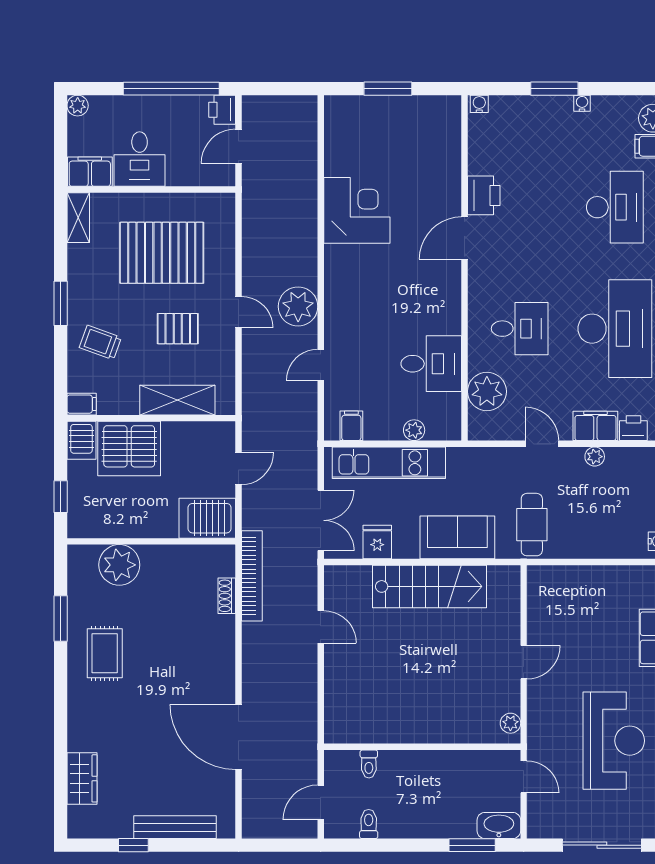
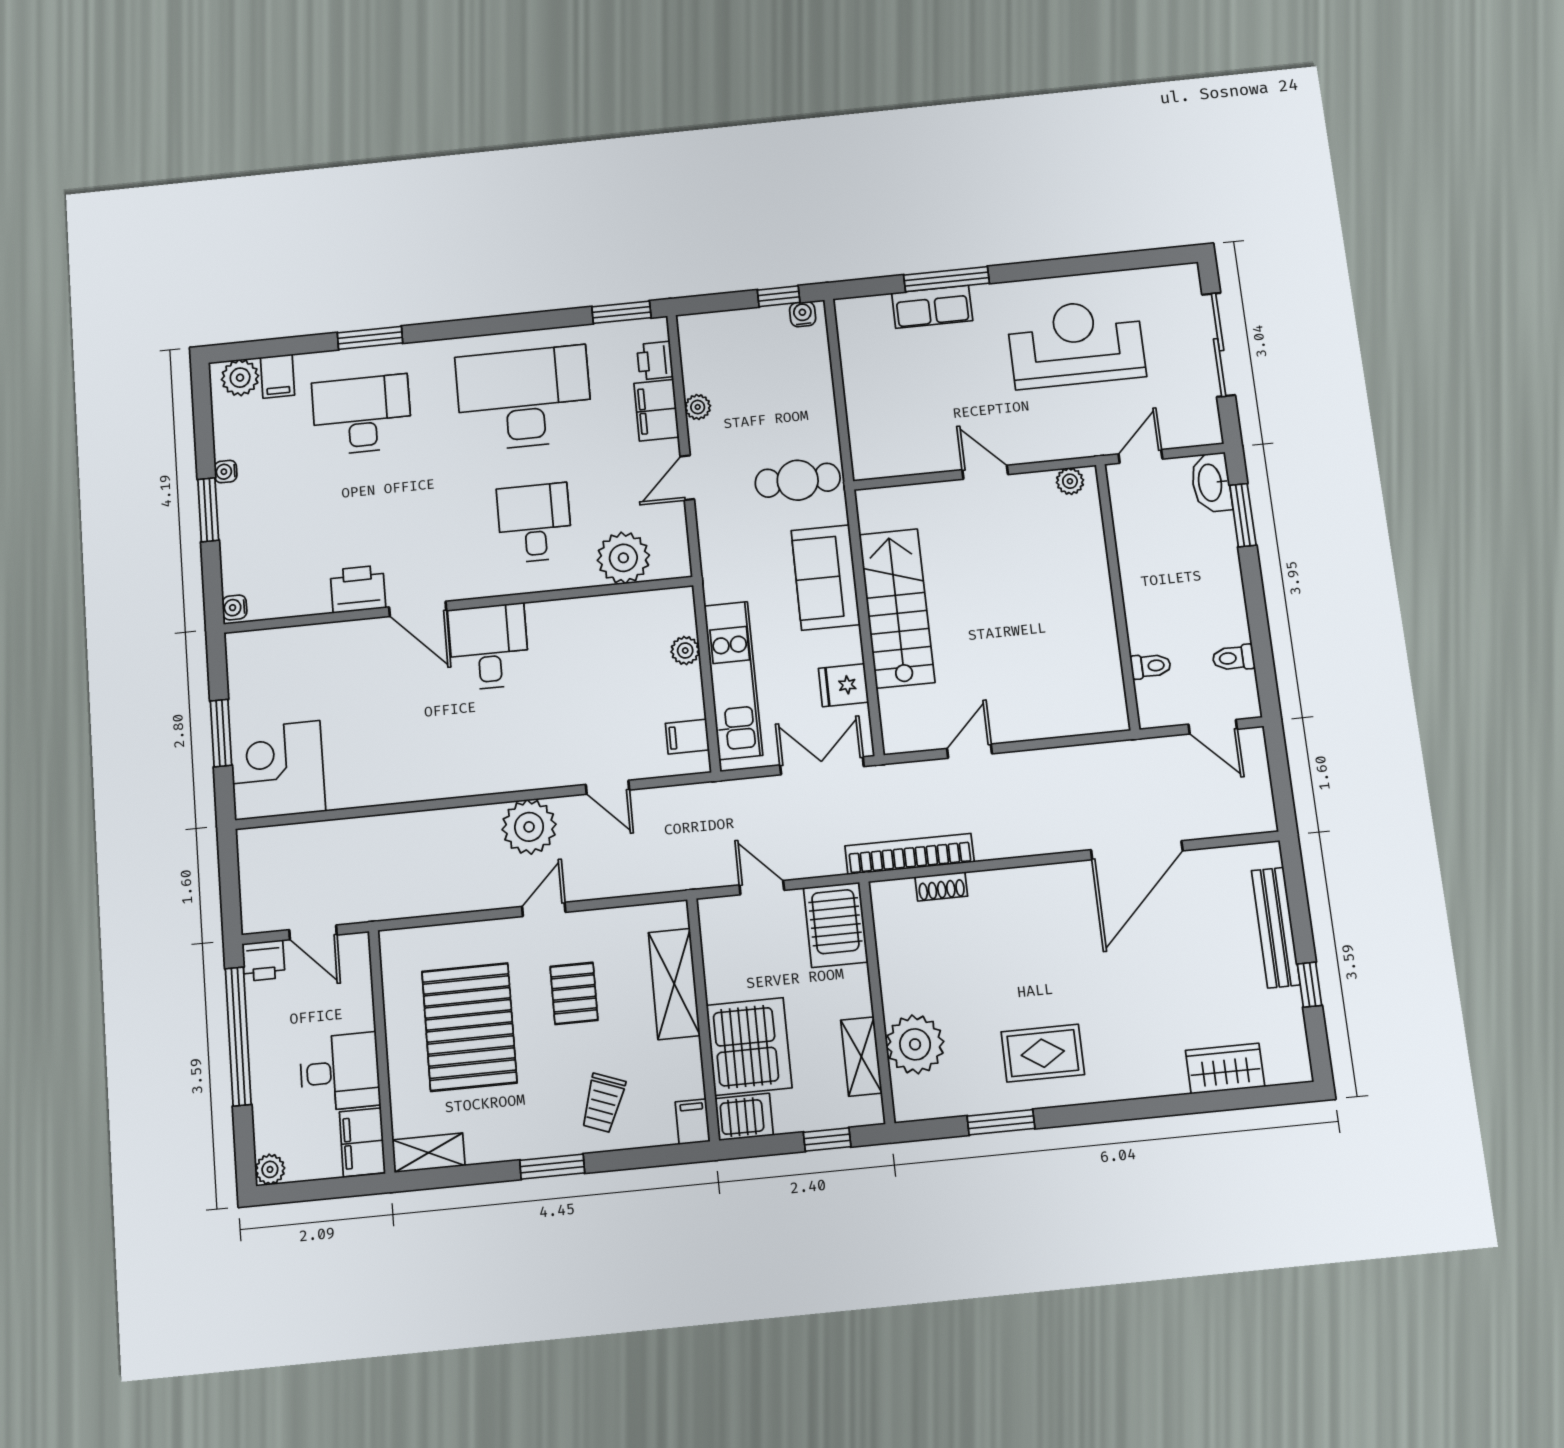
corner desk: (357, 210) -> (277, 770), moved
desk: (431, 364) -> (489, 647), moved
shelving: (115, 526) -> (861, 1056), added

